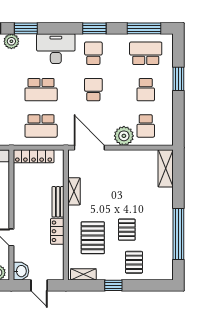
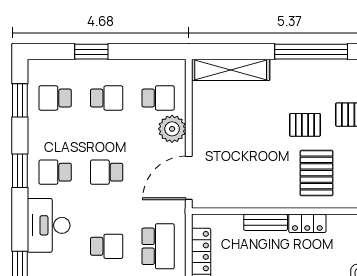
window: (144, 28) -> (20, 100), width x0.69
school desk: (146, 53) -> (55, 98), width x0.54
school desk: (41, 90) -> (107, 246), width x0.54
shelving: (166, 168) -> (231, 70), width x1.47
shelving: (74, 191) -> (251, 200), removed
pallet: (93, 238) -> (316, 173), turned 90

